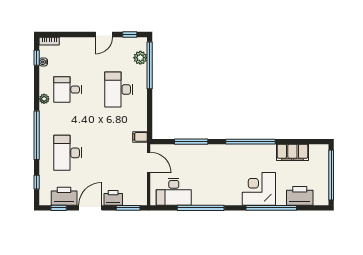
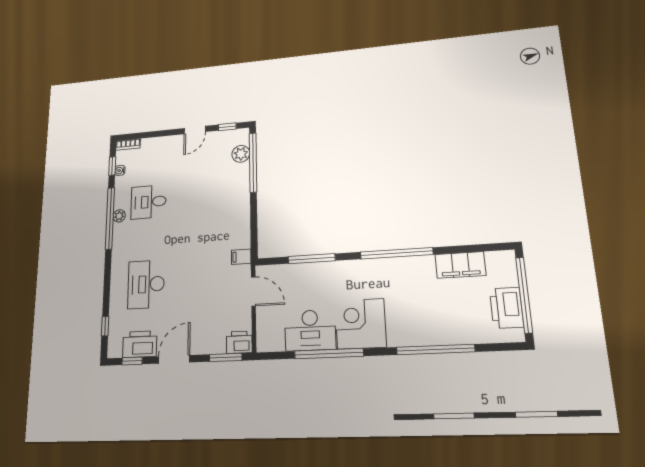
desk: (119, 90) -> (213, 197), removed
window: (37, 135) -> (110, 218), moved
corner desk: (259, 189) -> (361, 324), moved
desk: (174, 192) -> (310, 330), moved
printer: (300, 196) -> (506, 308), moved, turned -90
printer: (113, 198) -> (239, 342), moved

